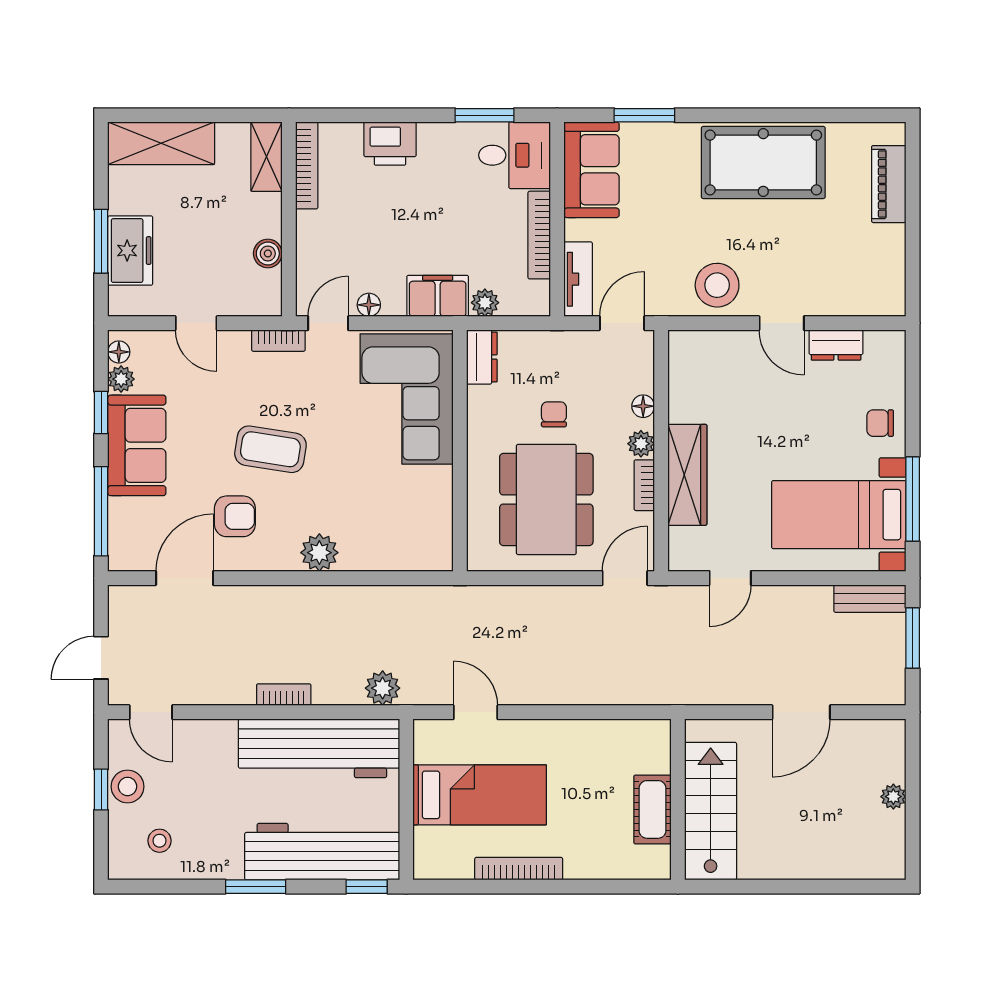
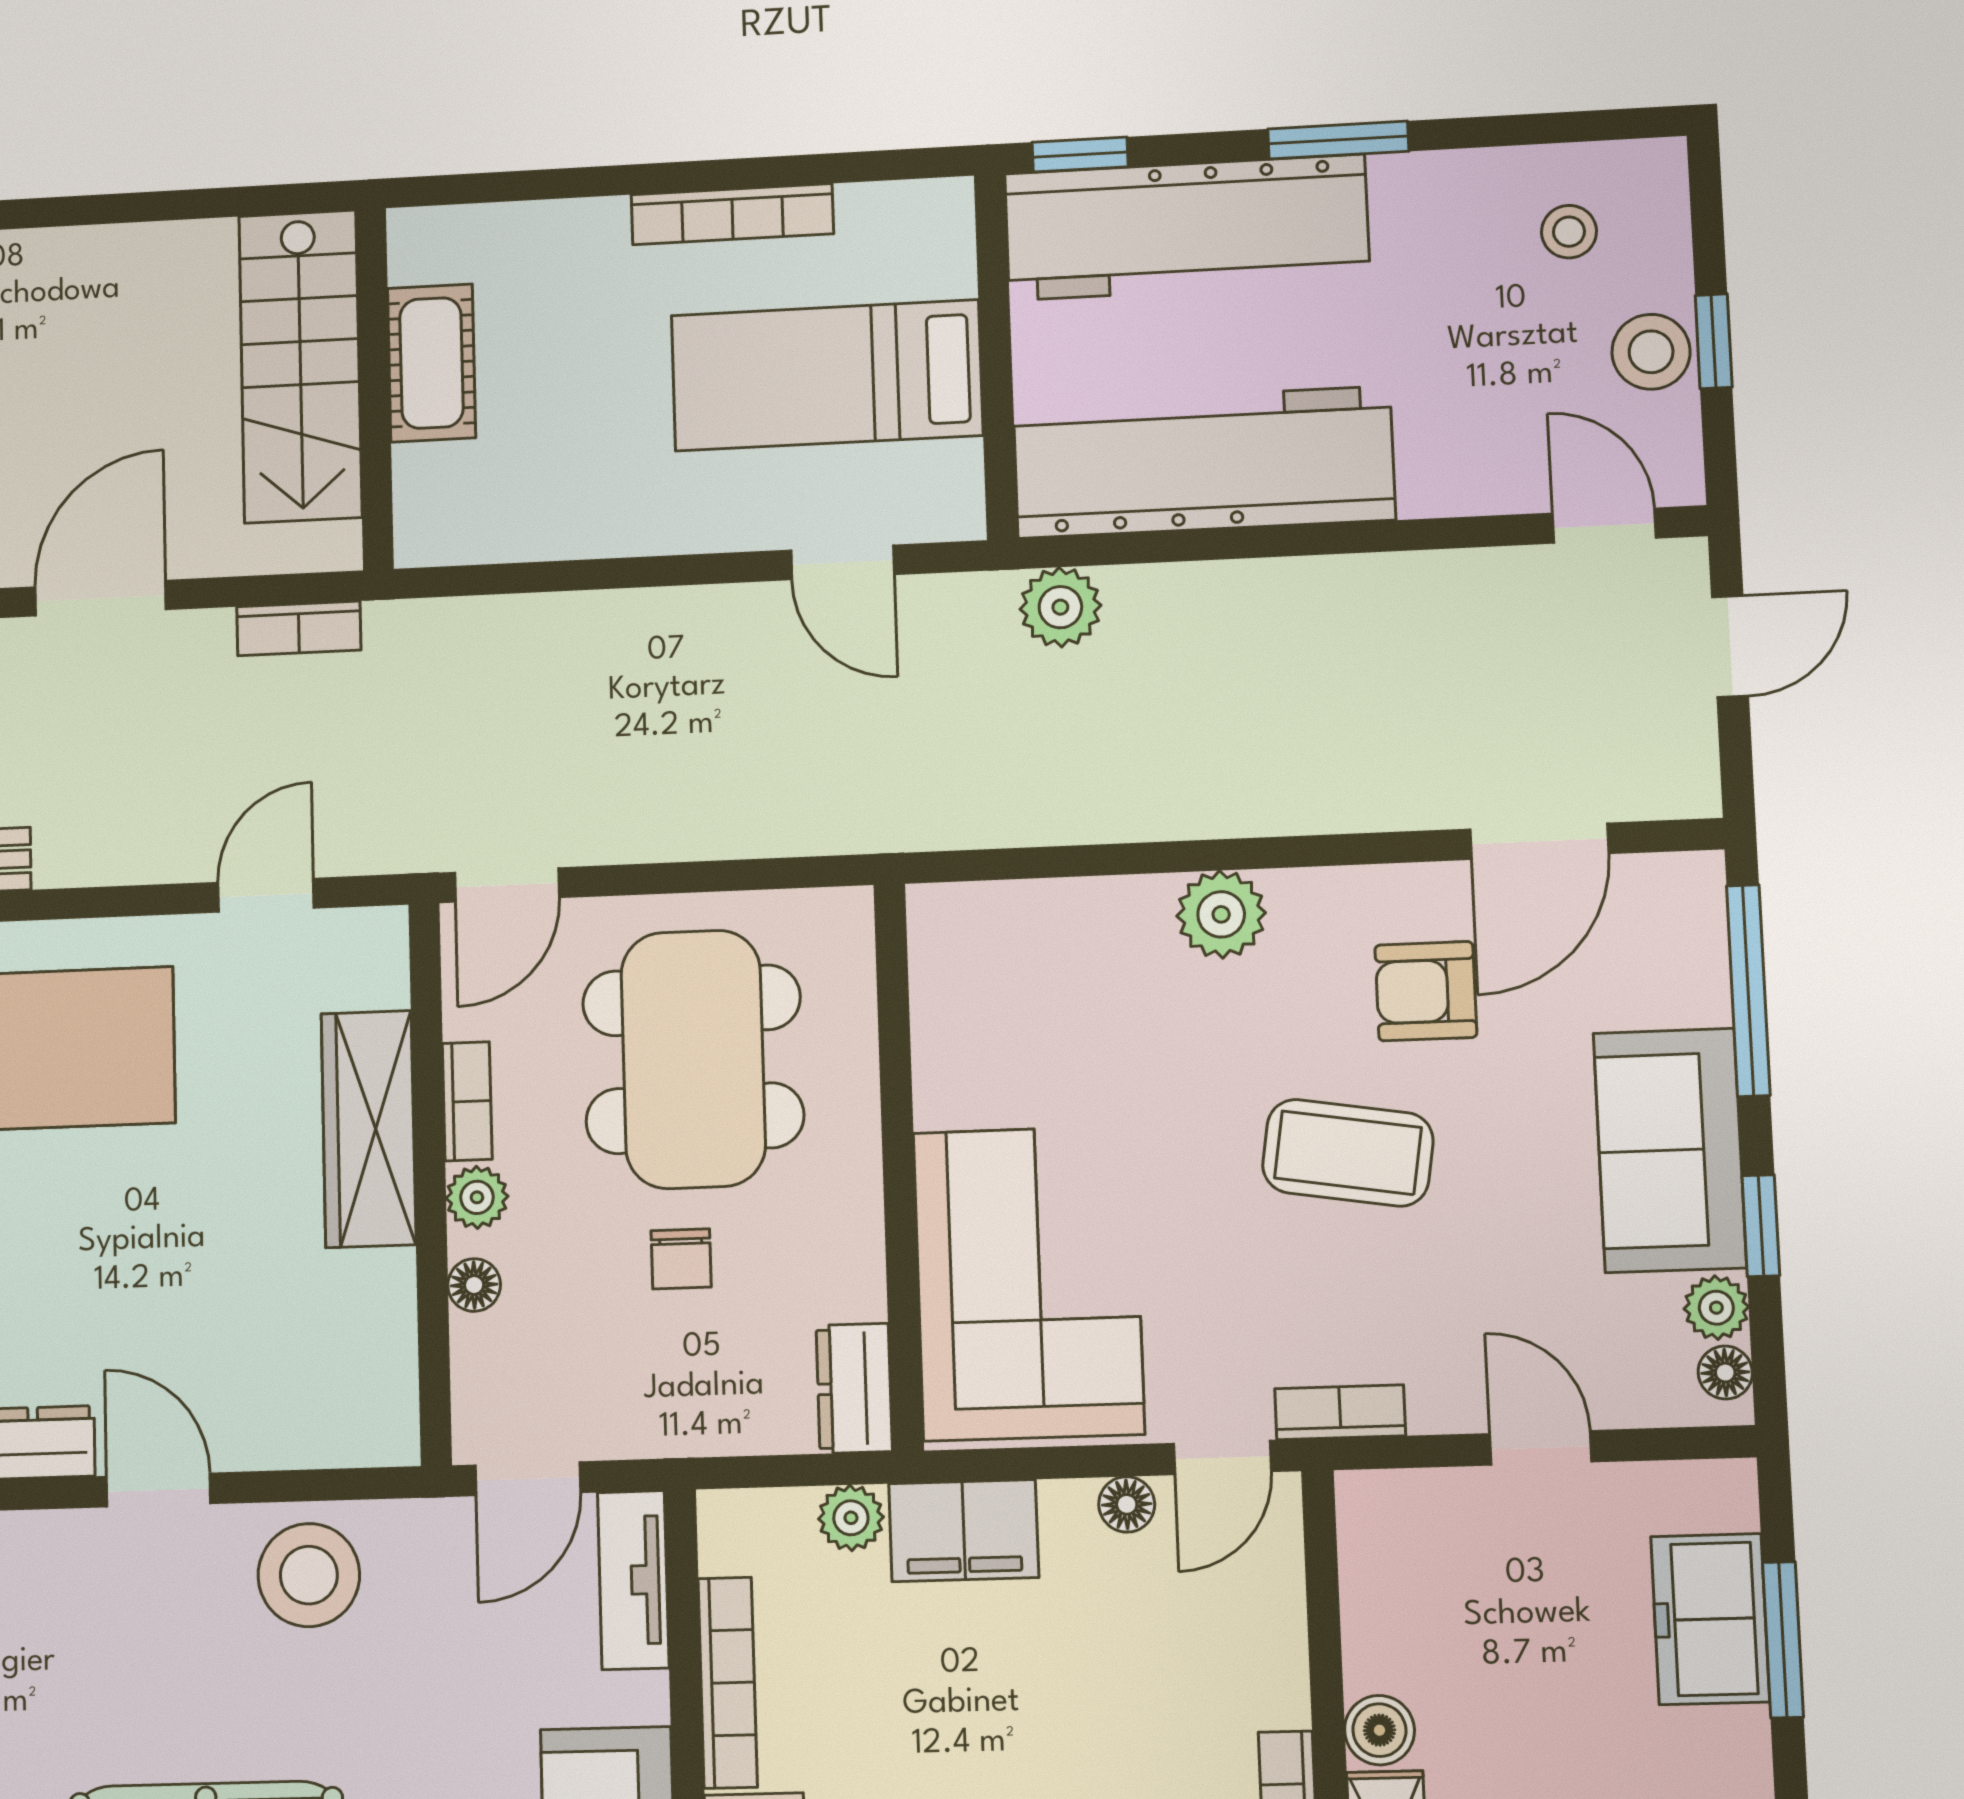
boiler: (268, 253) -> (1379, 1730), moved
bookcase: (284, 695) -> (299, 628), moved

